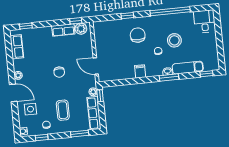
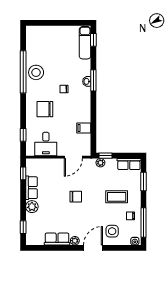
window: (127, 16) -> (23, 135), moved
desk: (205, 21) -> (46, 144), moved, turned -90
plant: (81, 29) -> (32, 207), moved
stool: (174, 40) -> (36, 72), moved
row of seats: (17, 47) -> (57, 239), moved
exam couch: (188, 68) -> (85, 43), moved
filing cabinet: (140, 71) -> (84, 128), moved
row of seats: (94, 113) -> (129, 164), width x0.68
window: (42, 137) -> (144, 222), width x2.17

